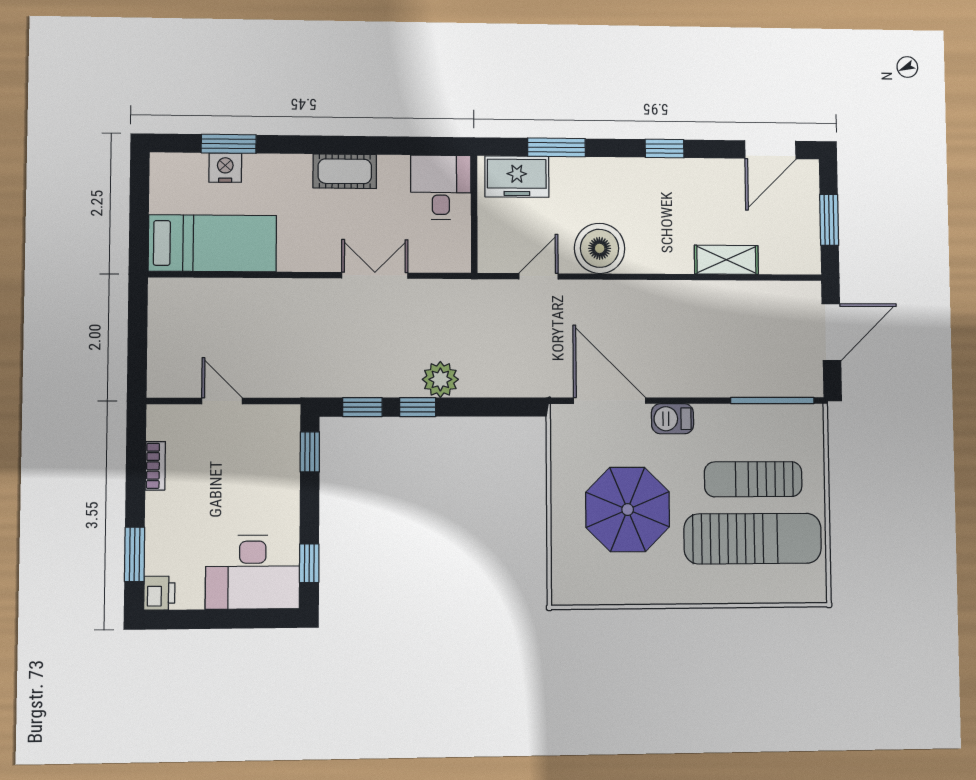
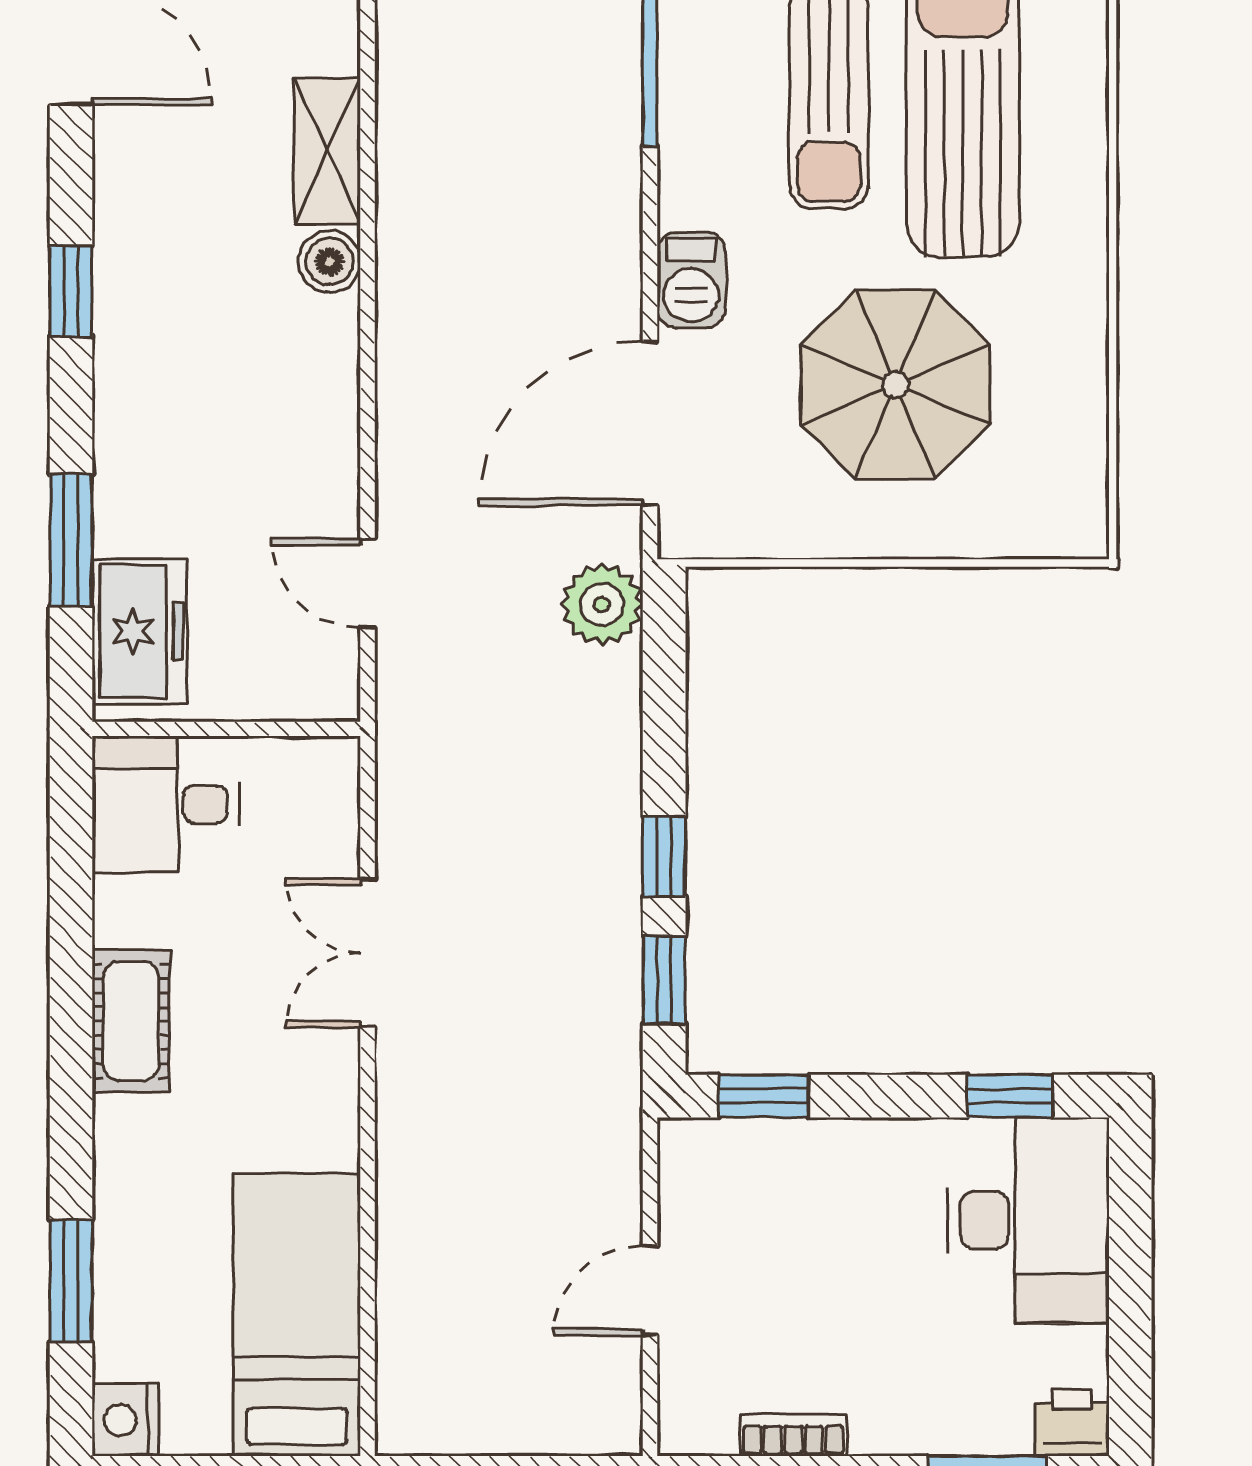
nightstand: (225, 168) -> (125, 1420), moved
boiler: (600, 248) -> (330, 262), moved, width x0.54, depth x0.54
plant: (440, 379) -> (602, 604), moved

